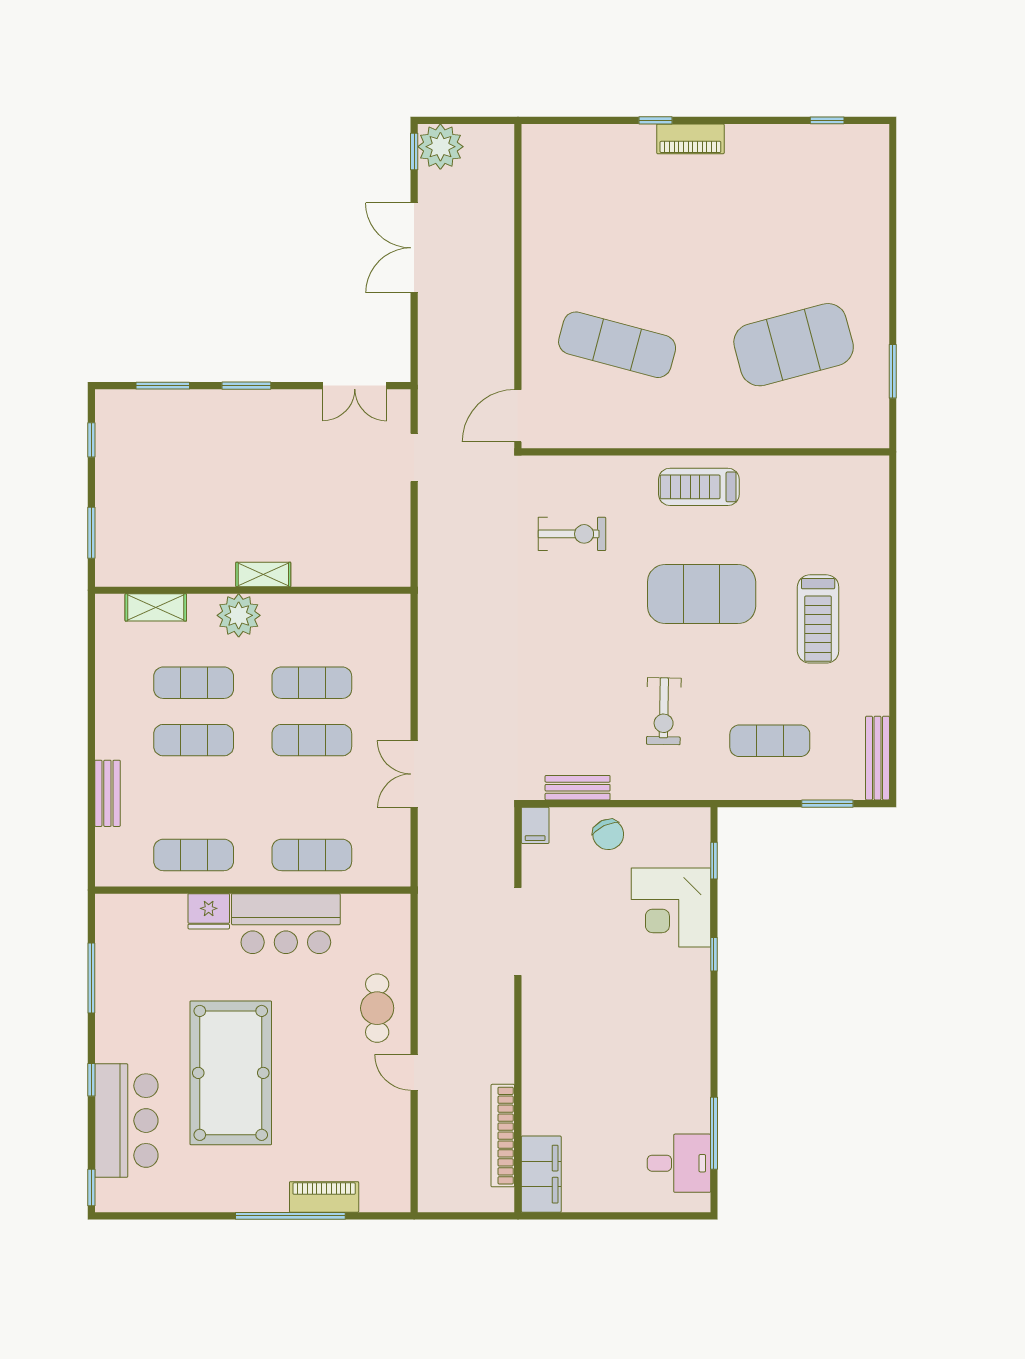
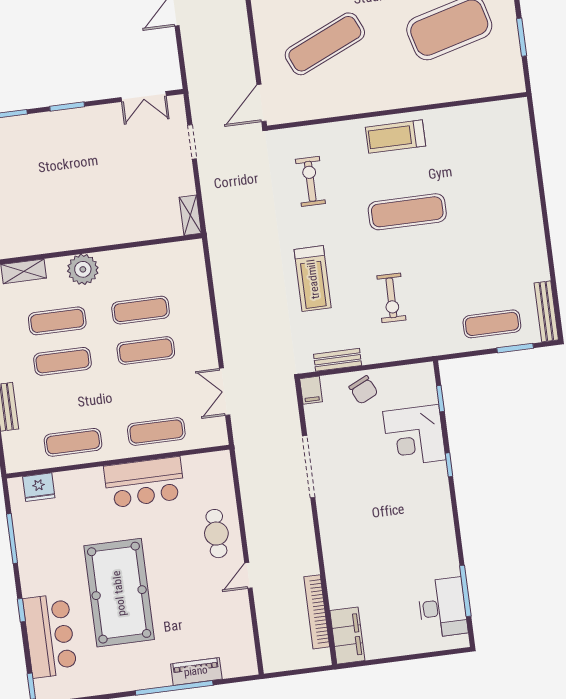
exercise mat: (617, 345) -> (325, 44), turned -39
exercise bike: (572, 534) -> (310, 181), turned -90
shelving: (263, 574) -> (190, 215), moved, turned 90
exercise mat: (702, 594) -> (407, 212), width x0.68
treadmill: (818, 619) -> (313, 279), moved
exercise mat: (770, 741) -> (492, 324), moved
double door: (414, 774) -> (225, 392), moved
fridge: (209, 911) -> (39, 487), moved
door: (414, 1072) -> (248, 575), hinge flipped
desk: (679, 1163) -> (442, 608), width x1.37

